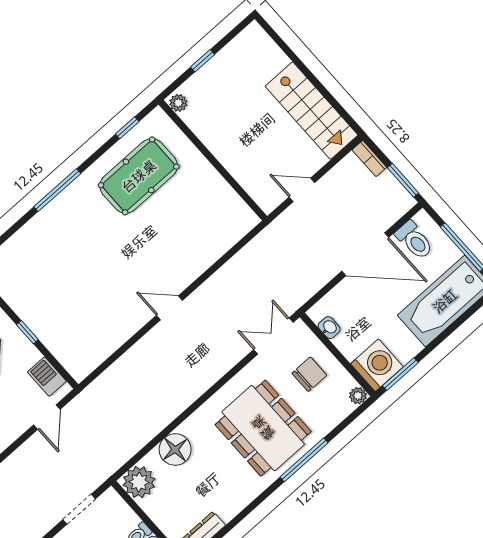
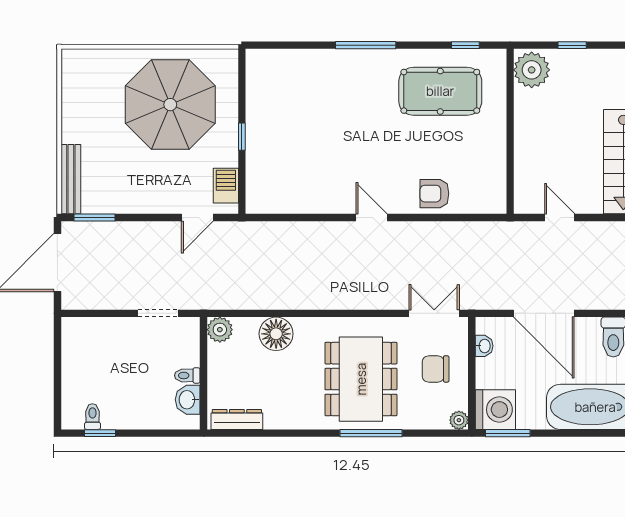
plant: (178, 103) -> (532, 70), width x1.88, depth x1.88
armchair: (199, 252) -> (434, 194), added
door: (365, 254) -> (544, 313), moved
chair: (309, 374) -> (436, 369), turned 180
plant: (139, 482) -> (220, 330), width x0.73, depth x0.73

